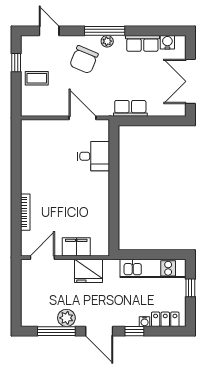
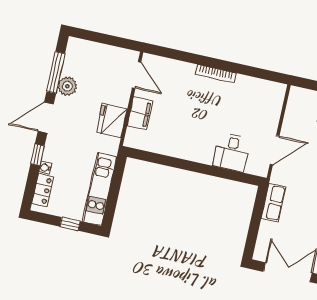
bookcase: (25, 212) -> (216, 74), moved

